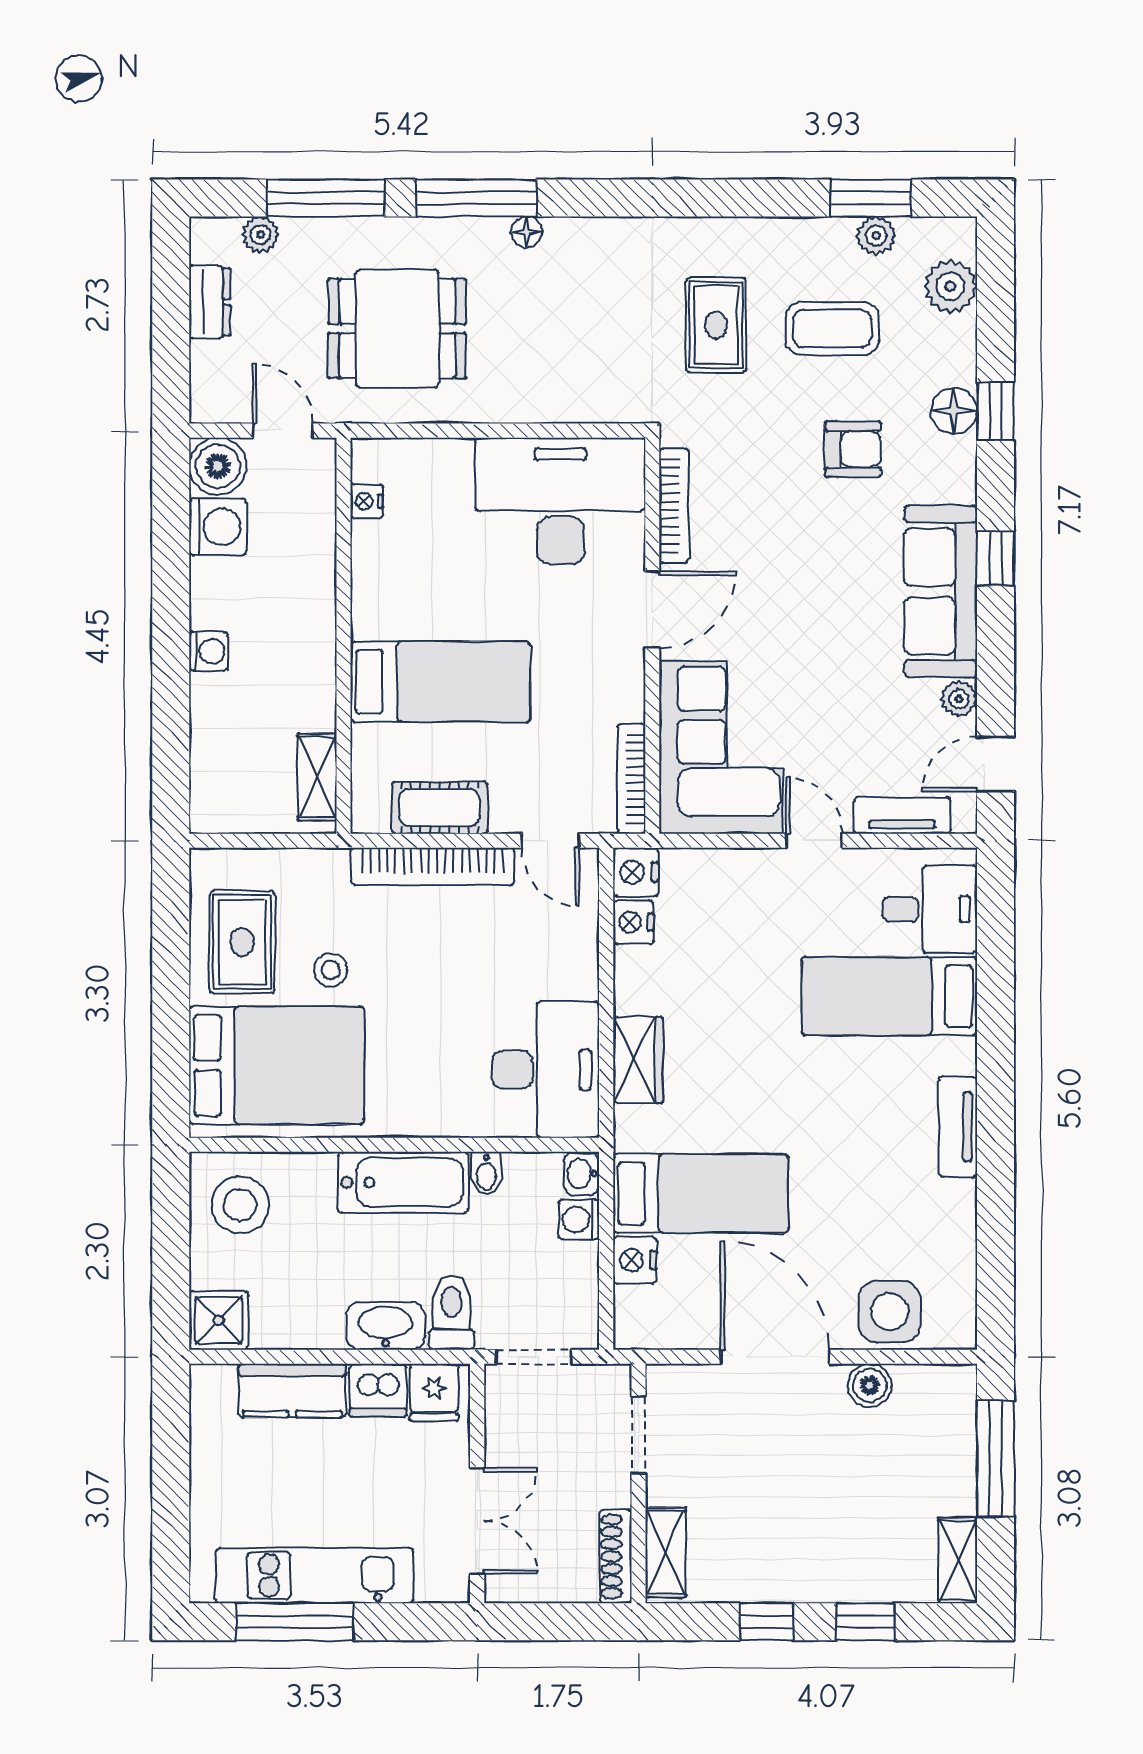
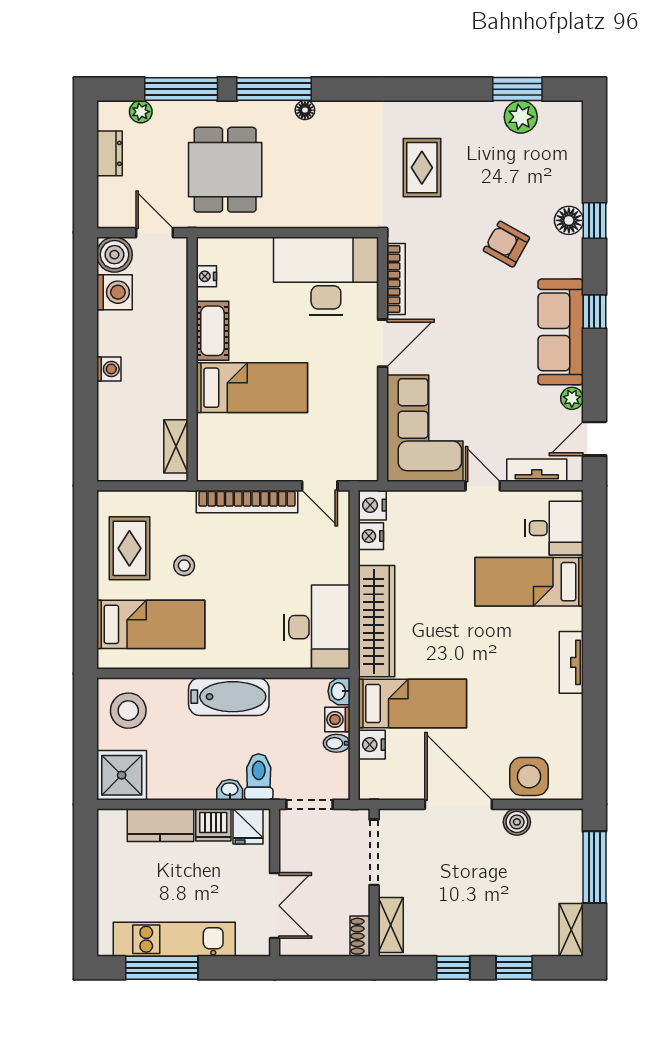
plant: (876, 236) -> (521, 117), width x1.38, depth x1.38
plant: (950, 286) -> (567, 144), removed
dining table: (397, 329) -> (225, 170), turned 90
coffee table: (832, 329) -> (494, 170), removed
armchair: (853, 449) -> (506, 244), turned -151
bookcase: (631, 779) -> (370, 448), removed
cot: (440, 808) -> (212, 331), moved, turned 90
wardrobe: (638, 1060) -> (376, 621), width x2.10, depth x1.17
bed: (277, 1065) -> (151, 624), width x0.67
bidet: (486, 1173) -> (337, 743), moved, turned 90
shower: (219, 1320) -> (122, 775), width x1.36, depth x1.36
washbasin: (386, 1326) -> (230, 790), width x0.52, depth x0.69
doorway: (638, 1435) -> (374, 852), width x1.38
shoe rack: (616, 1556) -> (360, 936), width x0.70

